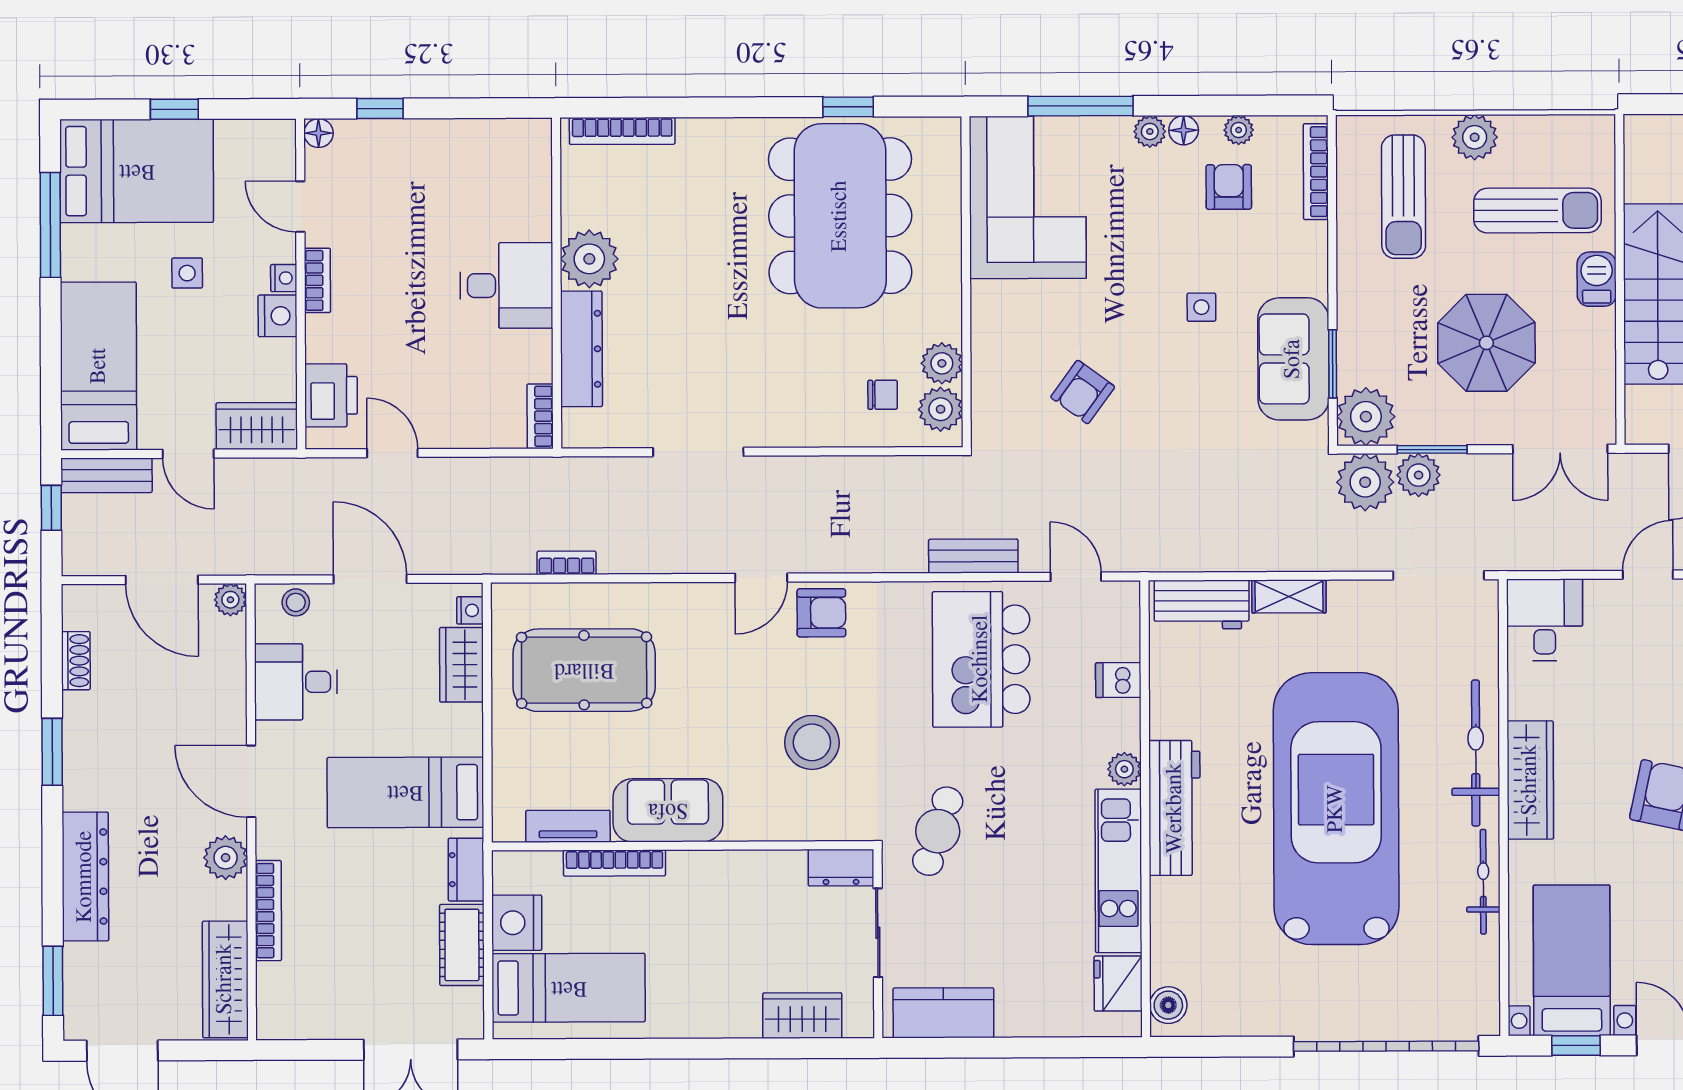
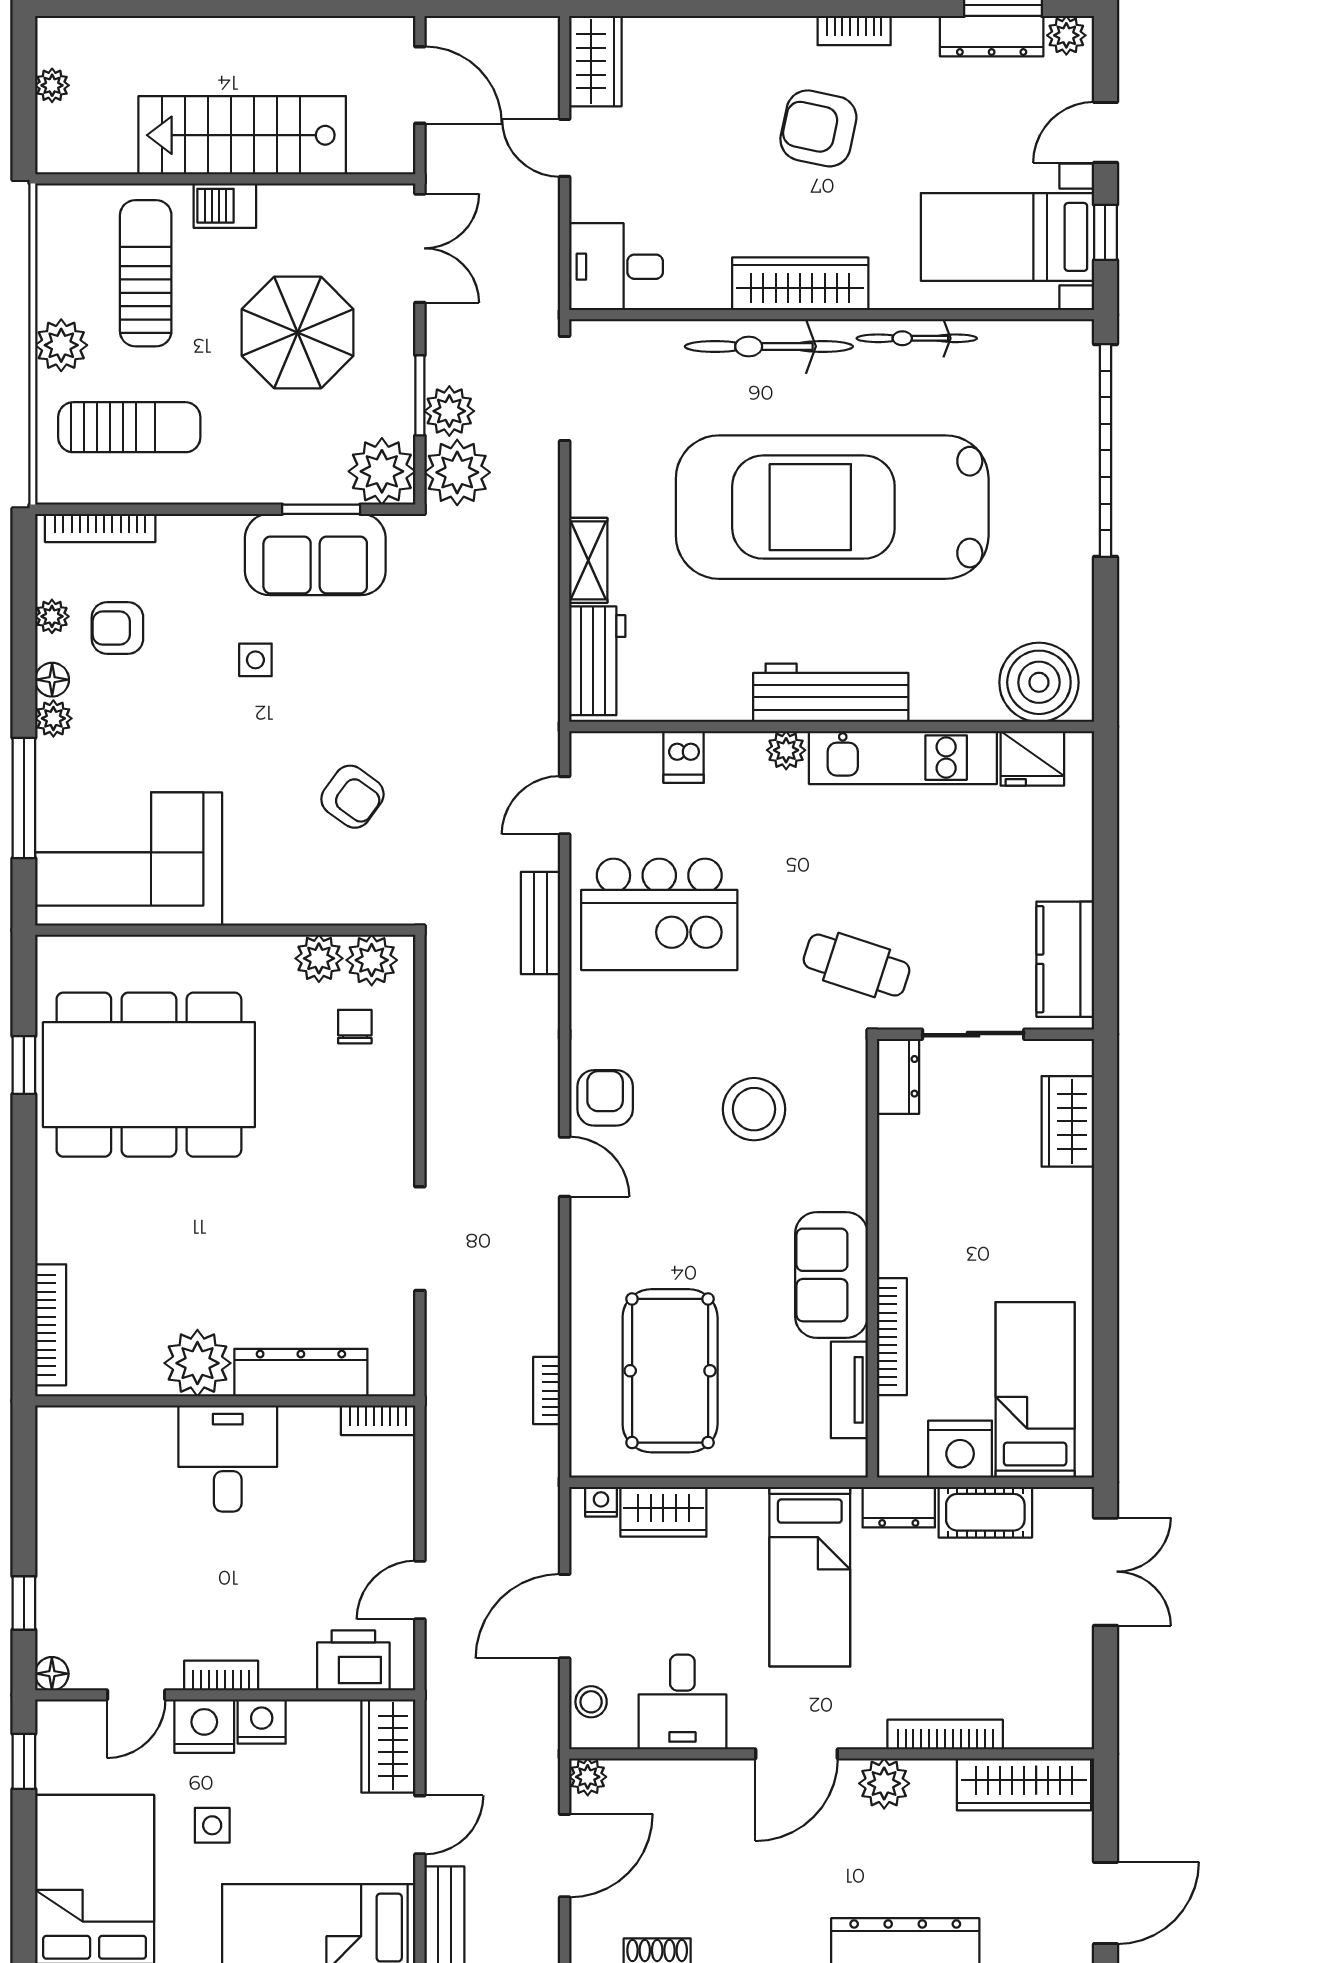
window: (174, 109) -> (24, 1761), moved
nightstand: (284, 278) -> (204, 1726), width x1.89, depth x1.79
boiler: (1168, 1005) -> (1039, 682), width x1.86, depth x1.86

